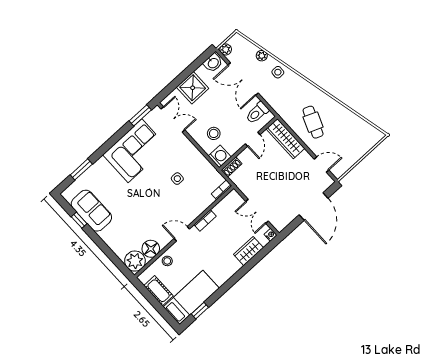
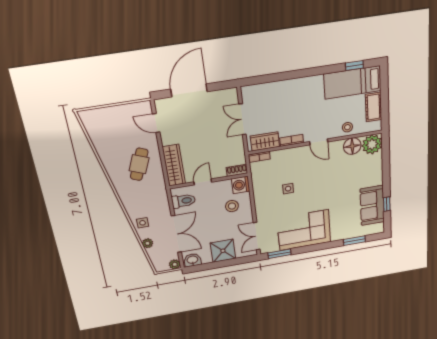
double door: (257, 211) -> (242, 119), swing flipped
nightstand: (271, 235) -> (245, 91), removed
wardrobe: (248, 251) -> (265, 141), moved, turned 180

